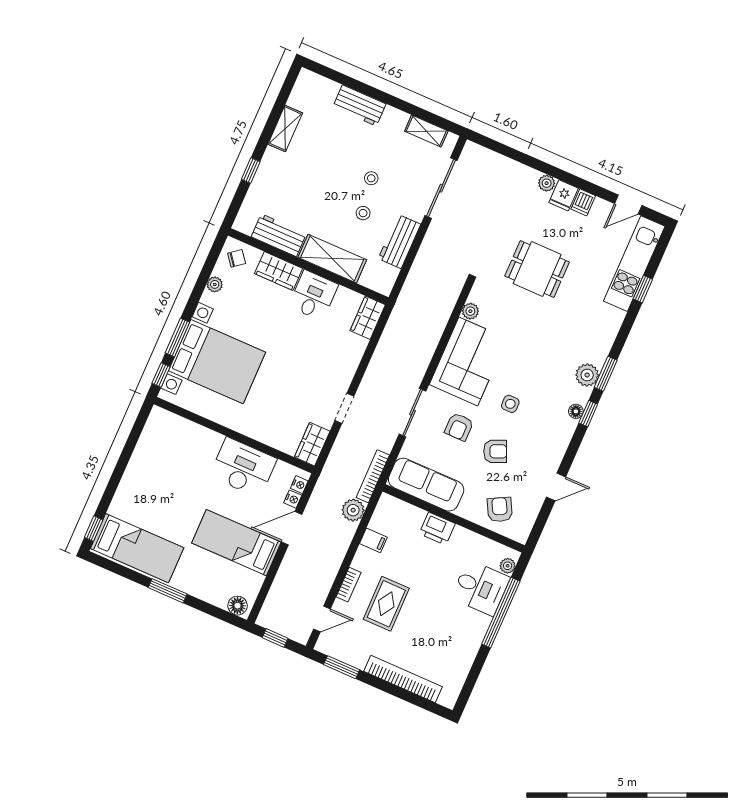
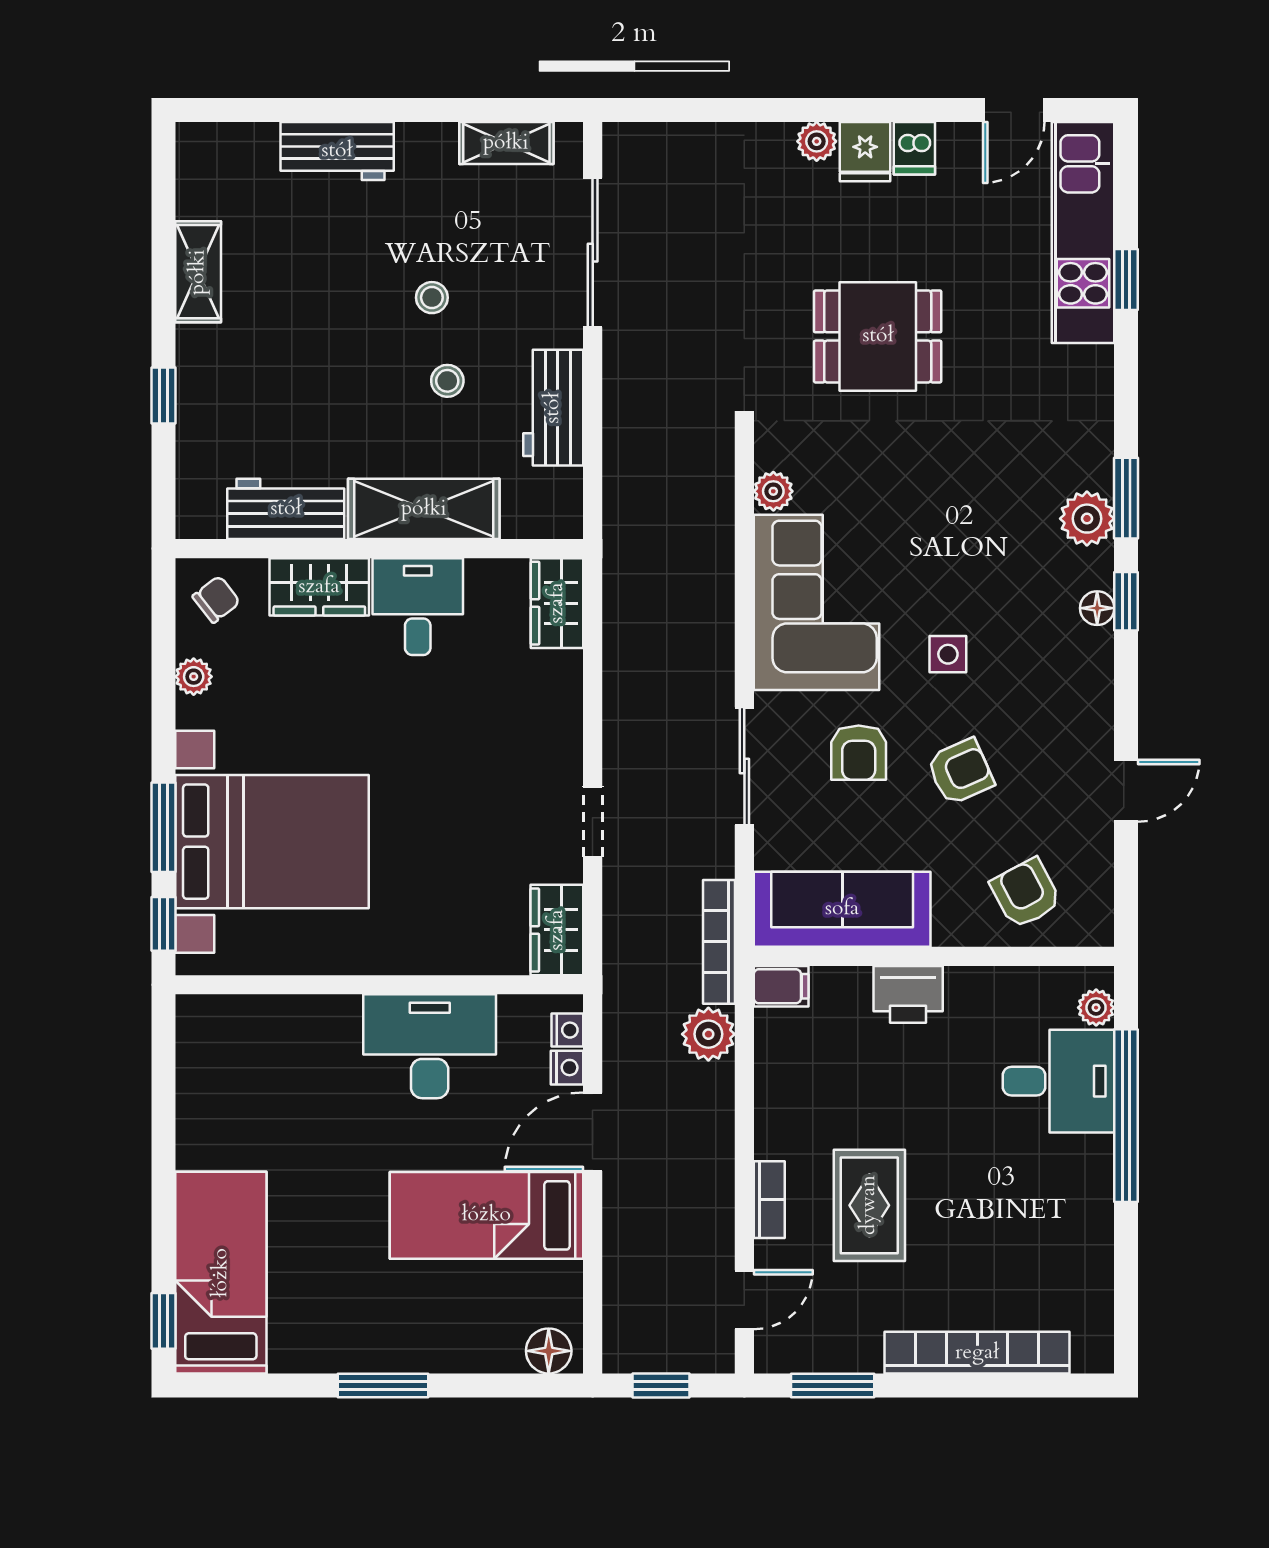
filing cabinet: (373, 540) -> (781, 986), moved
bed: (137, 548) -> (221, 1273), moved, turned -90

